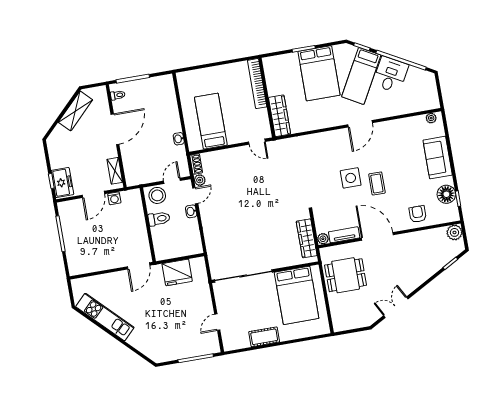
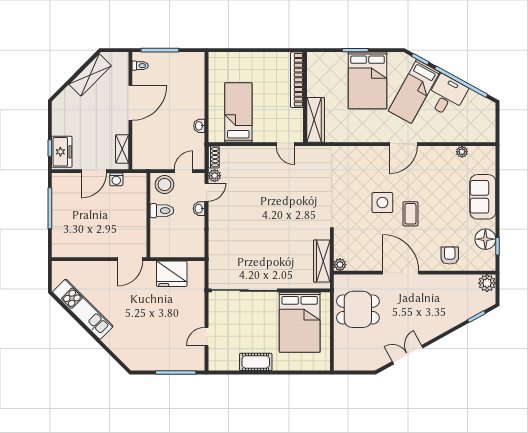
plant: (431, 118) -> (462, 152), moved
tv unit: (344, 235) -> (364, 264), removed

